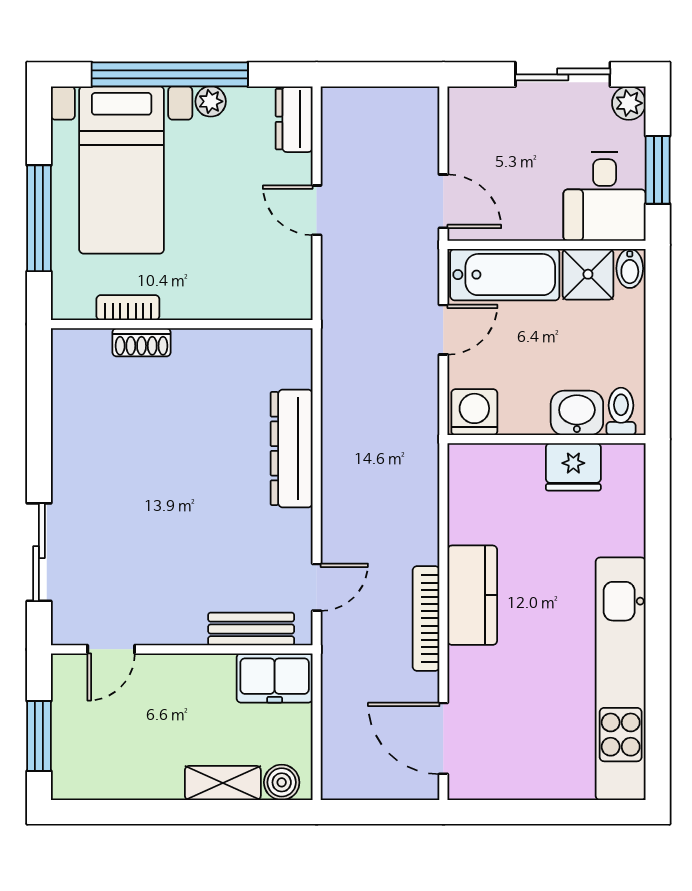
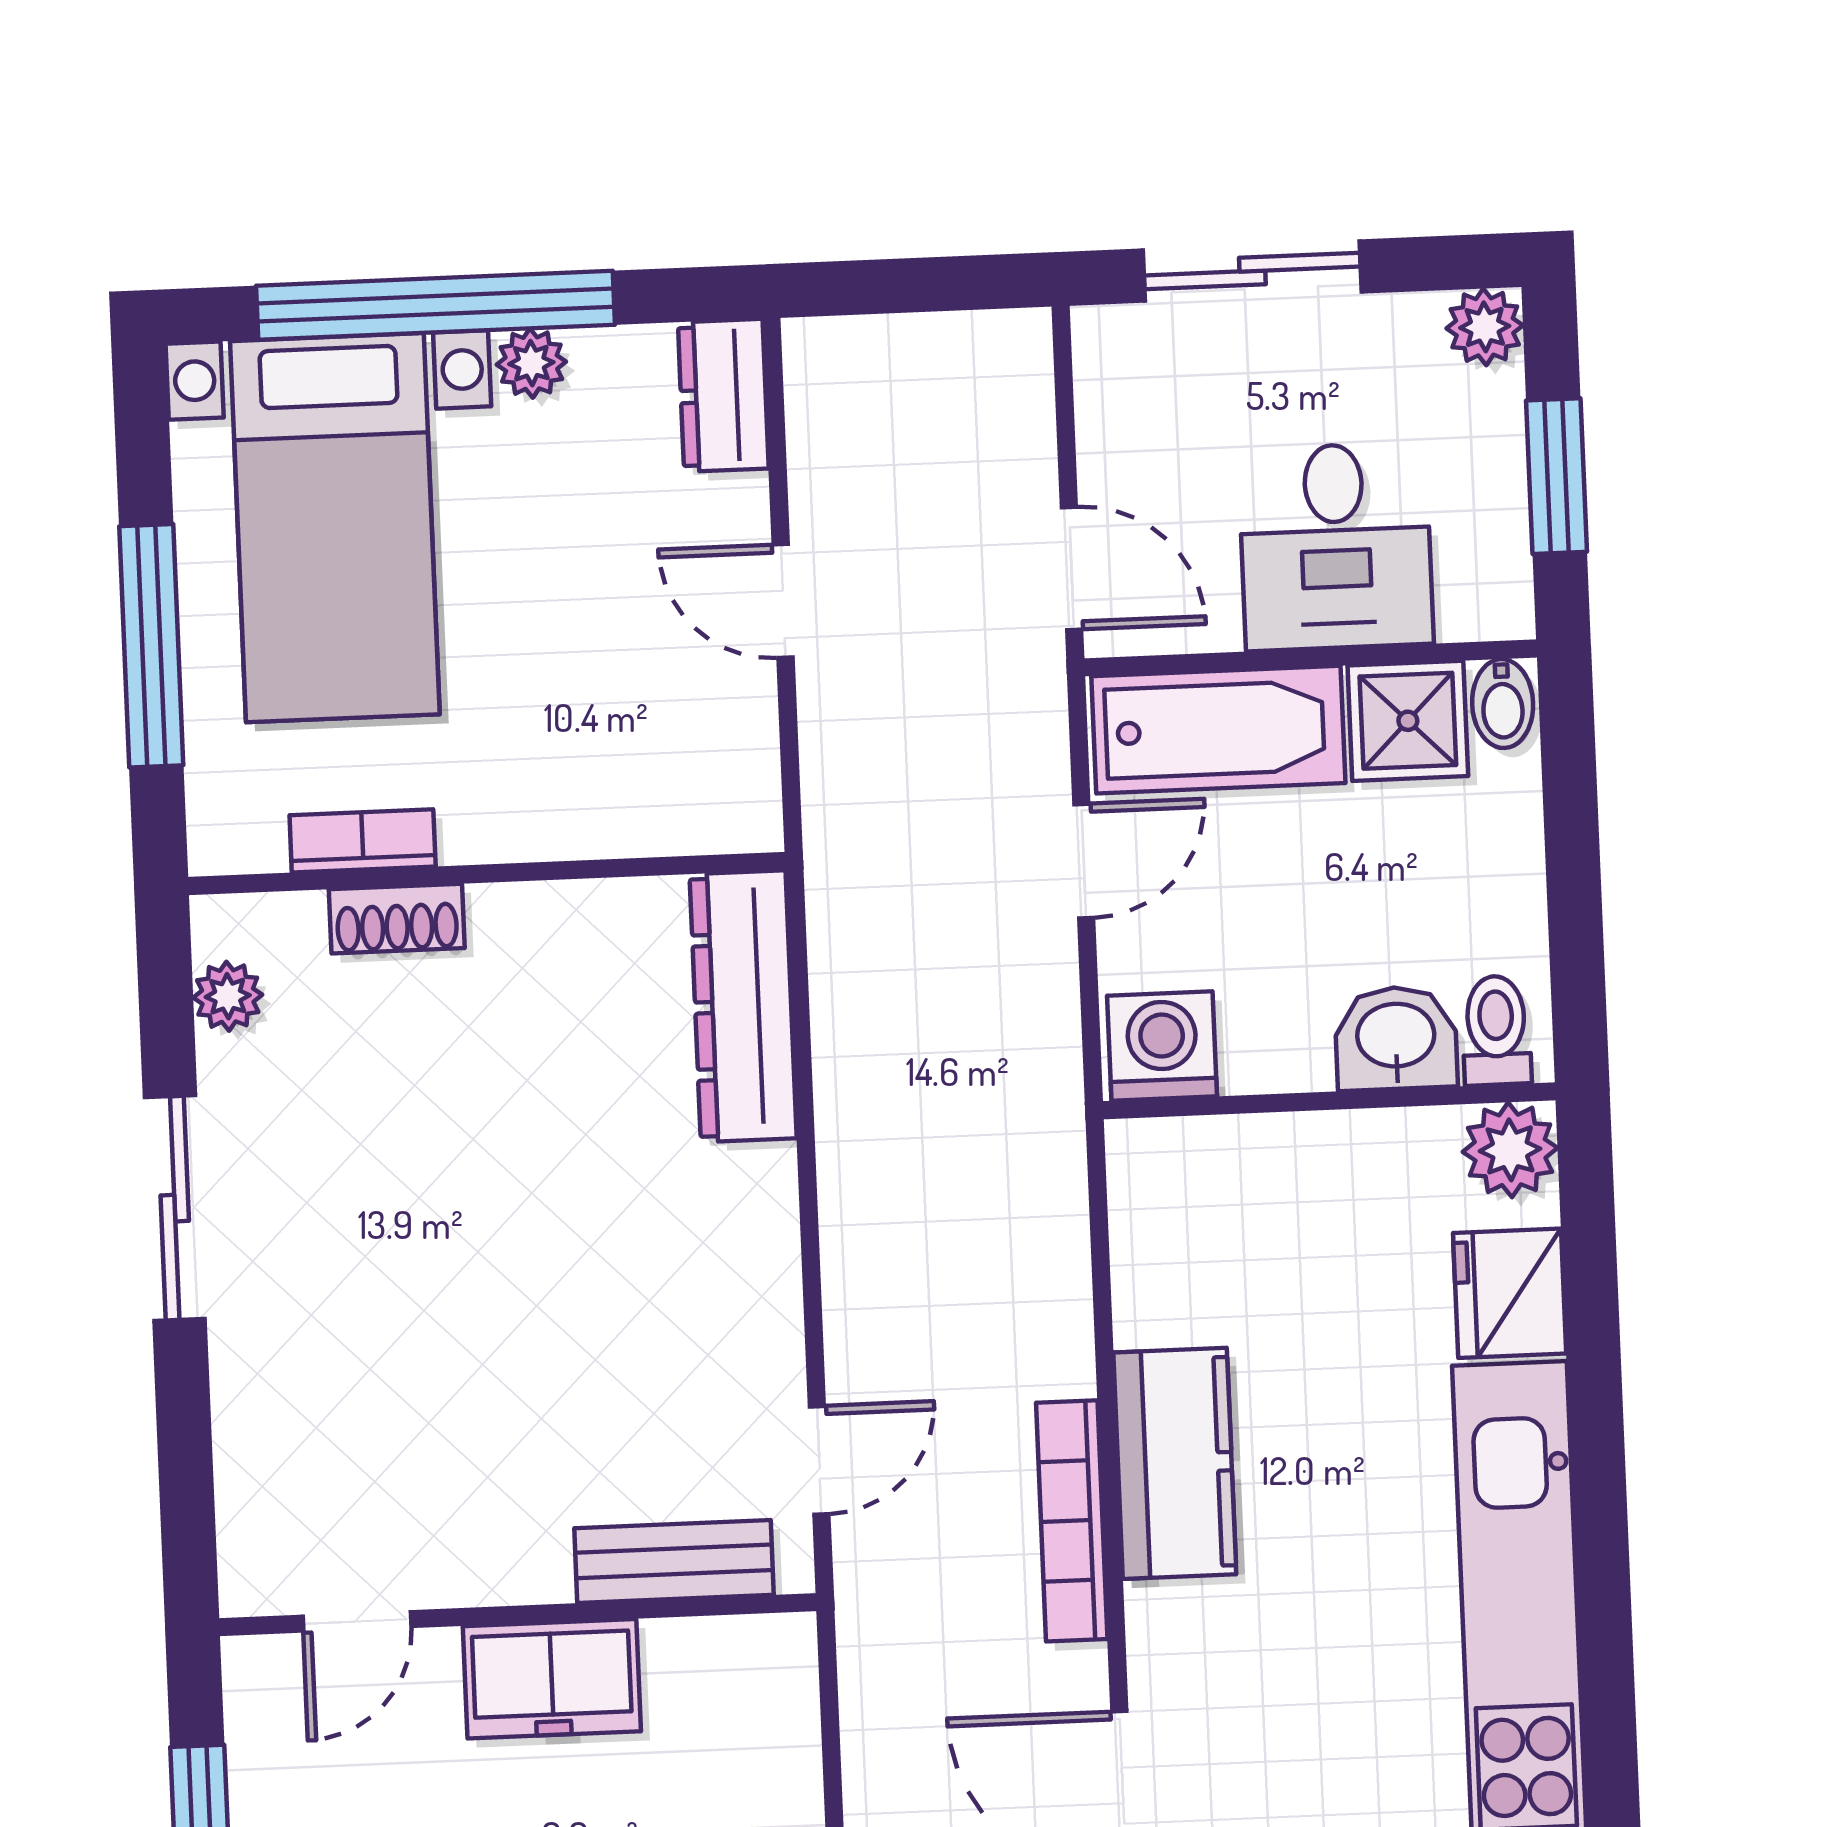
sliding door: (563, 74) -> (1252, 271), moved
desk: (605, 197) -> (1336, 546), moved
plant: (66, 373) -> (228, 996), added
dresser: (292, 449) -> (743, 1006), moved
plant: (625, 464) -> (1510, 1150), added
fridge: (573, 467) -> (1510, 1293), moved, turned 90
sliding door: (39, 552) -> (175, 1208), moved
freezer: (275, 678) -> (552, 1679), moved

